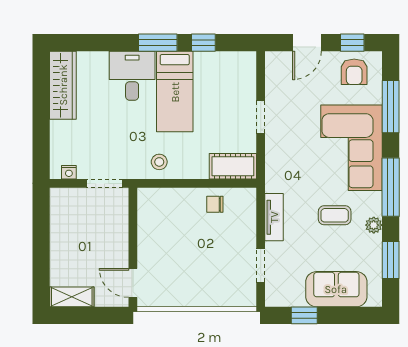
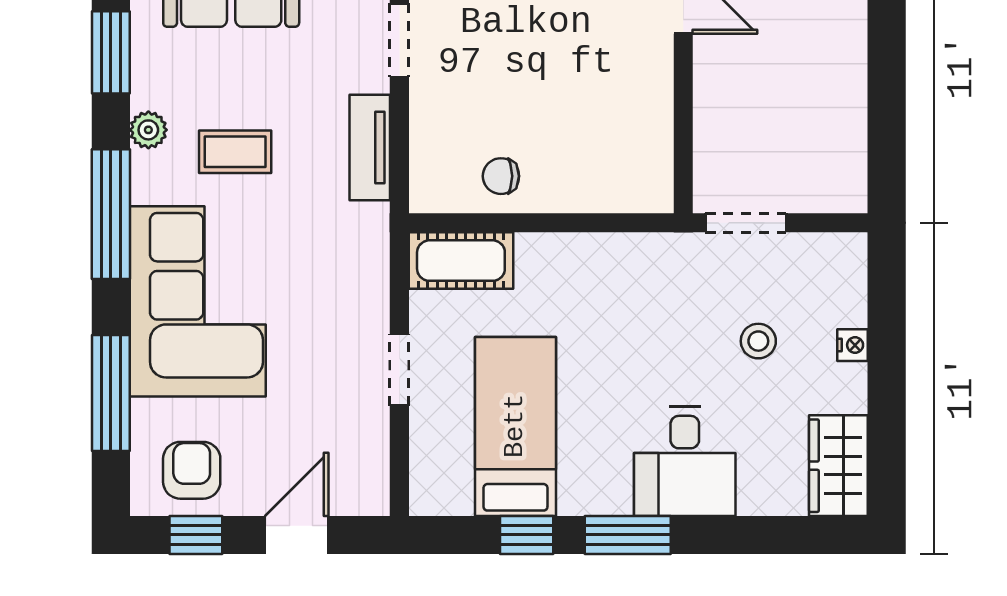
wardrobe: (63, 85) -> (838, 466), width x0.67
bed: (175, 92) -> (515, 426), moved
stool: (159, 162) -> (758, 341), moved
nightstand: (69, 172) -> (853, 345), moved, turned 90
chair: (215, 204) -> (501, 176), turned 180

